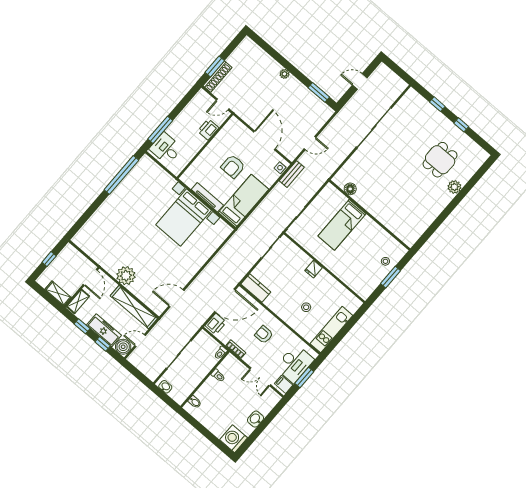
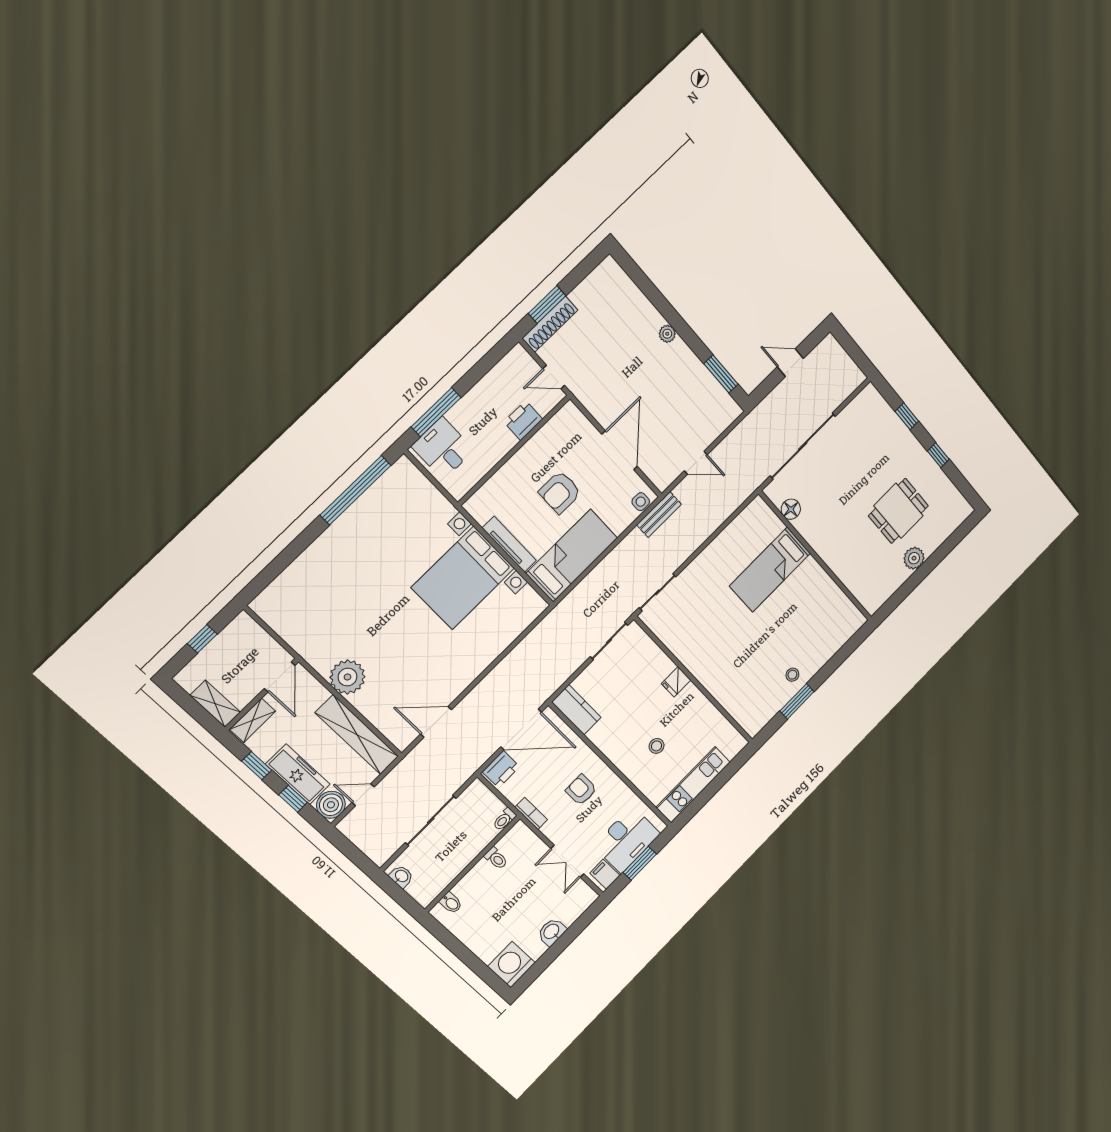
floor lamp: (350, 189) -> (791, 509), moved
wall: (370, 215) -> (816, 556), moved
bed: (342, 225) -> (770, 570), moved

